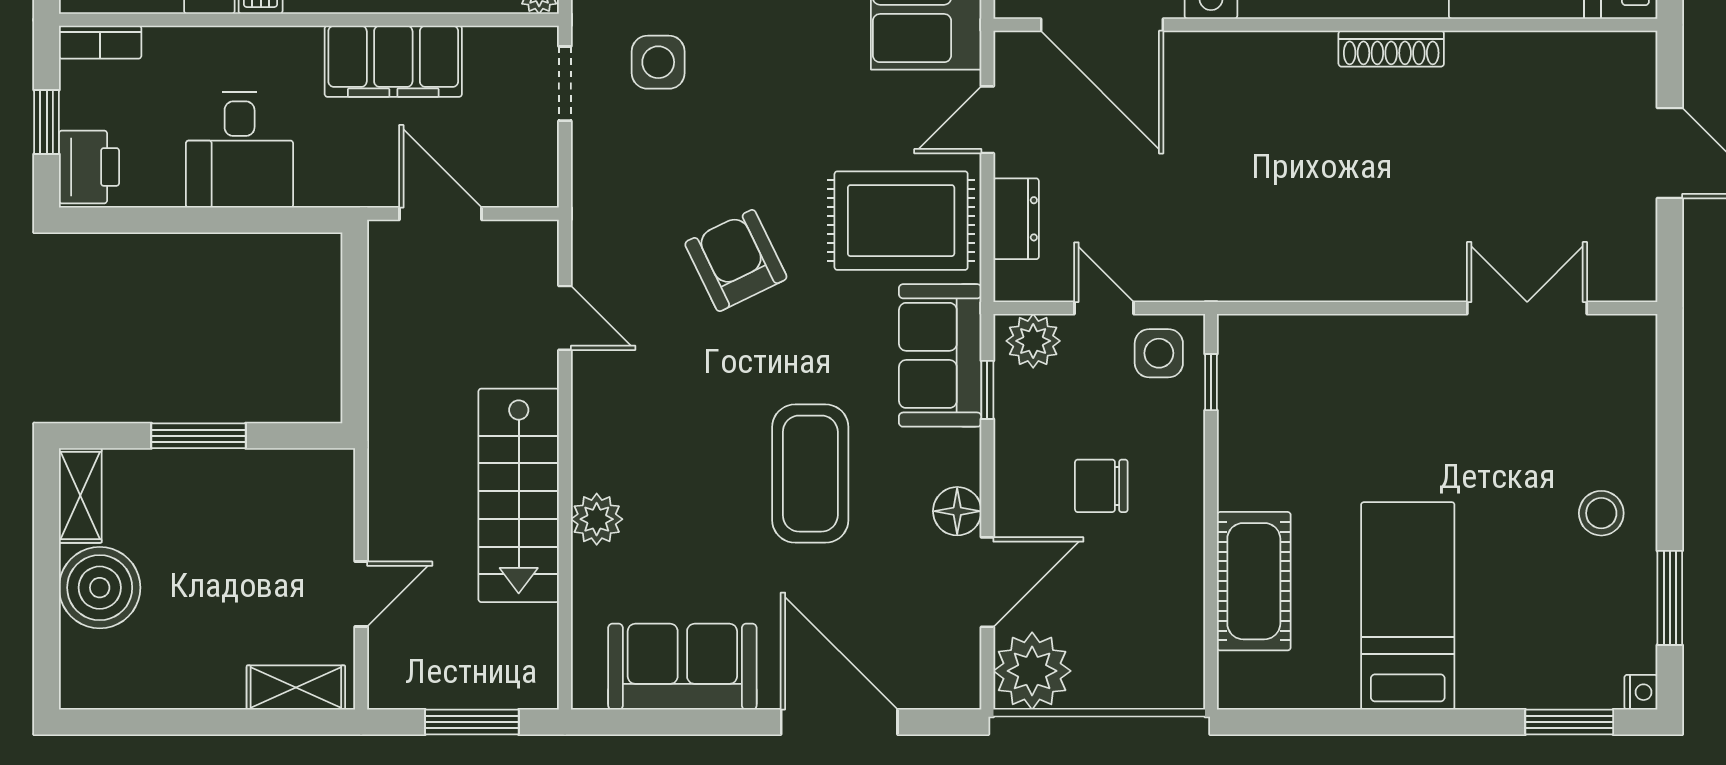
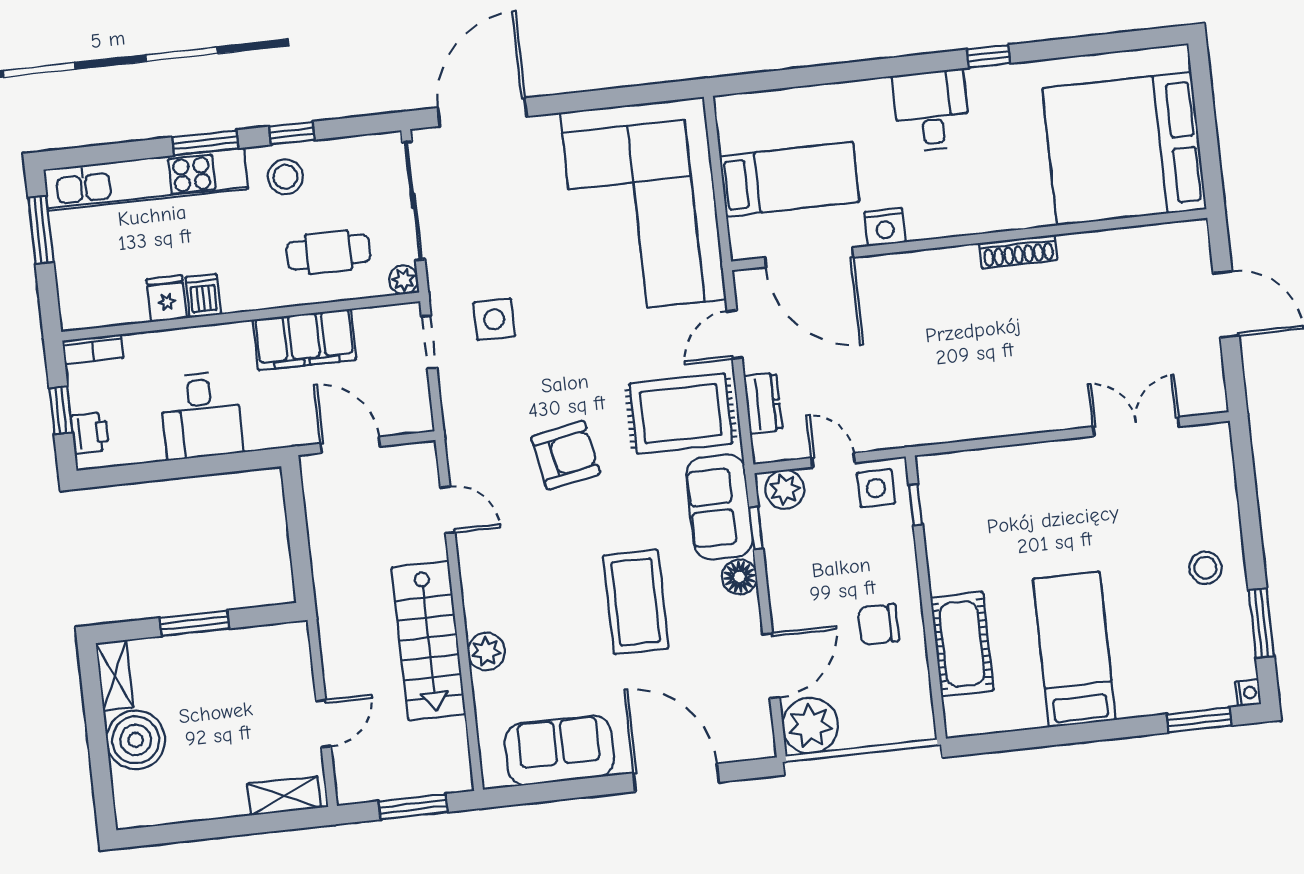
printer: (89, 167) -> (90, 433), width x0.73, depth x0.81
armchair: (736, 261) -> (566, 455), turned 105
chair: (1101, 486) -> (878, 624), moved
floor lamp: (957, 511) -> (739, 577), moved

